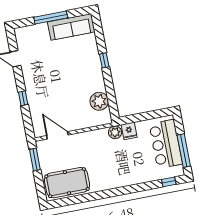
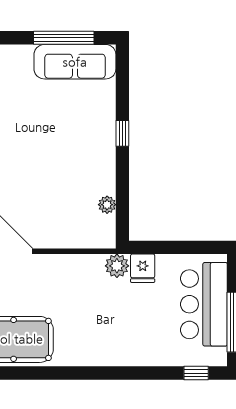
window: (51, 17) -> (64, 38), moved
plant: (99, 101) -> (107, 205), width x0.53, depth x0.53

